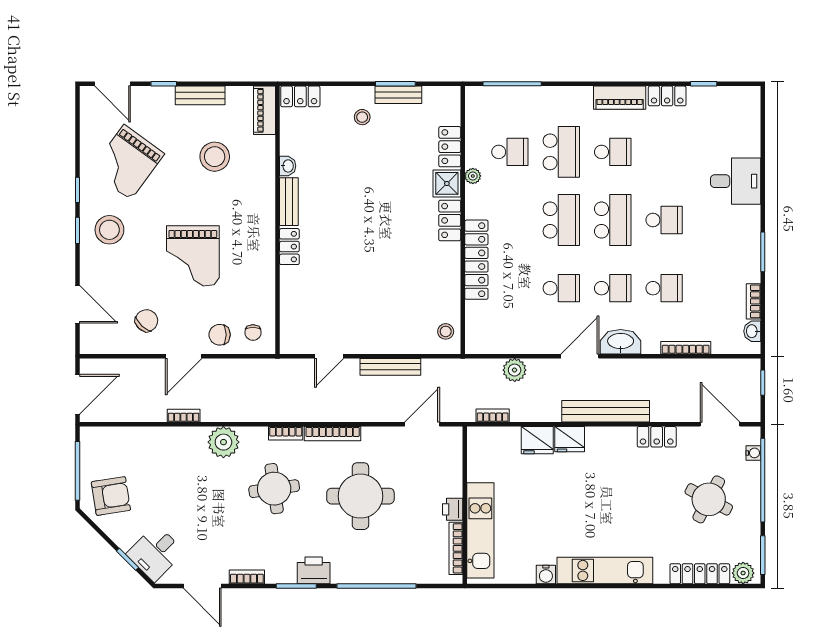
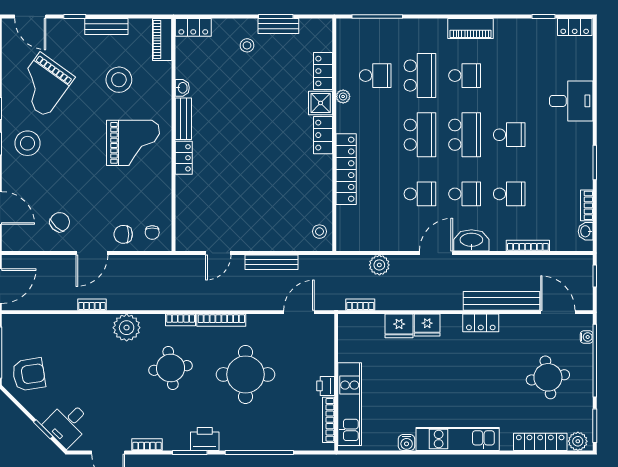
locker: (667, 96) -> (575, 27), moved
grand piano: (193, 256) -> (133, 143), moved, turned -90
bench: (606, 411) -> (501, 301), moved
locker: (657, 437) -> (481, 323), moved
round table: (709, 499) -> (548, 377), turned -37

